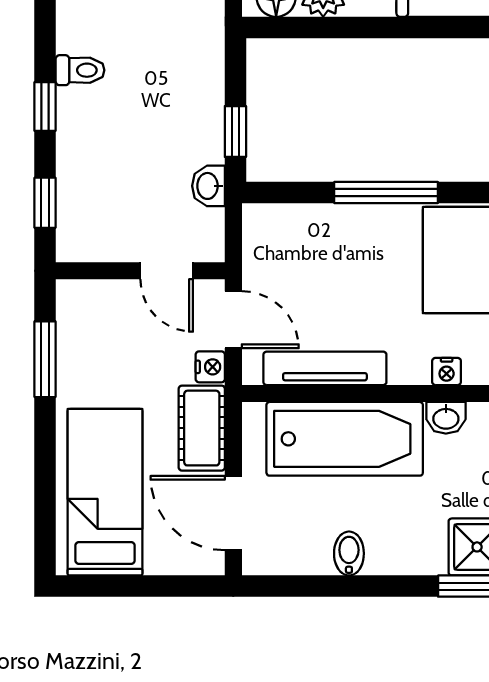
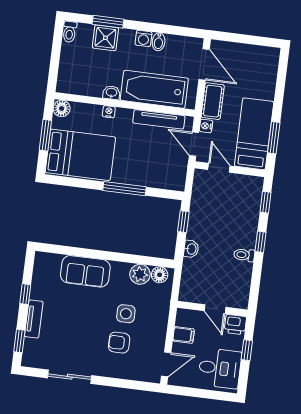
washbasin: (208, 186) -> (191, 249), moved
bed: (105, 492) -> (254, 134), moved, turned 180
washing machine: (386, 557) -> (144, 38), added

